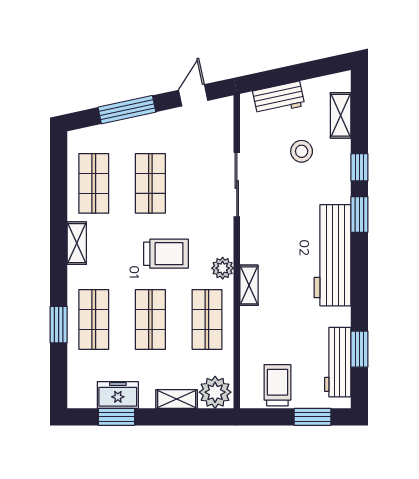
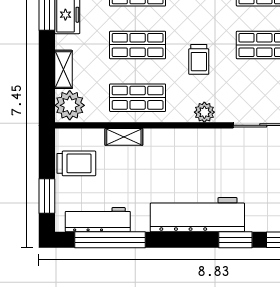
trolley: (166, 254) -> (199, 59), width x0.73, depth x0.72
plant: (223, 268) -> (204, 112), moved
shelving: (249, 285) -> (124, 137), moved
window: (359, 349) -> (110, 240), width x2.11

